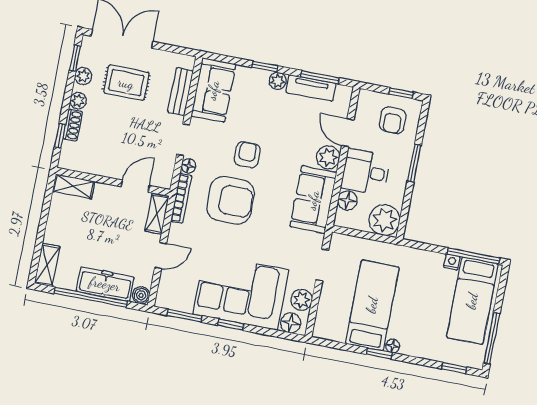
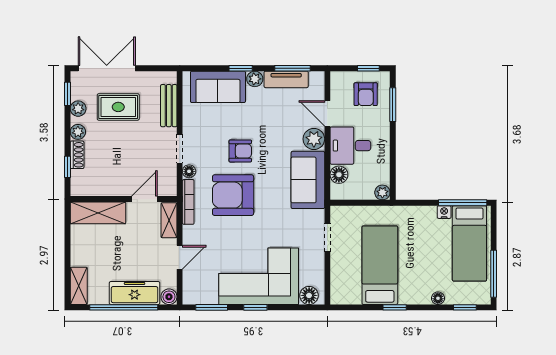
sofa: (213, 90) -> (218, 87), moved, turned 90
armchair: (247, 155) -> (240, 151), turned 90
window: (414, 163) -> (393, 105), moved
shelving: (74, 186) -> (98, 213), width x1.50, depth x1.33
armchair: (230, 200) -> (233, 195), turned 180
plant: (385, 220) -> (382, 192), width x0.53, depth x0.53
plant: (301, 300) -> (315, 273), removed
floor lamp: (393, 346) -> (438, 298), moved

